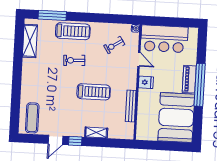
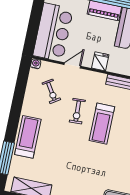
exercise bike: (74, 60) -> (77, 111), moved
treadmill: (94, 92) -> (102, 124), turned 180

